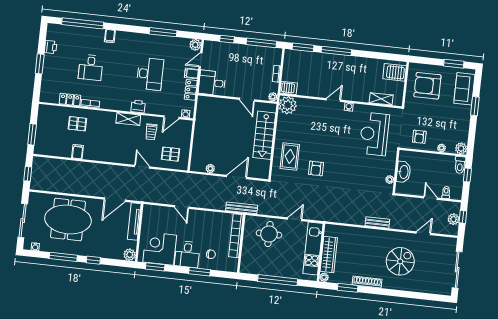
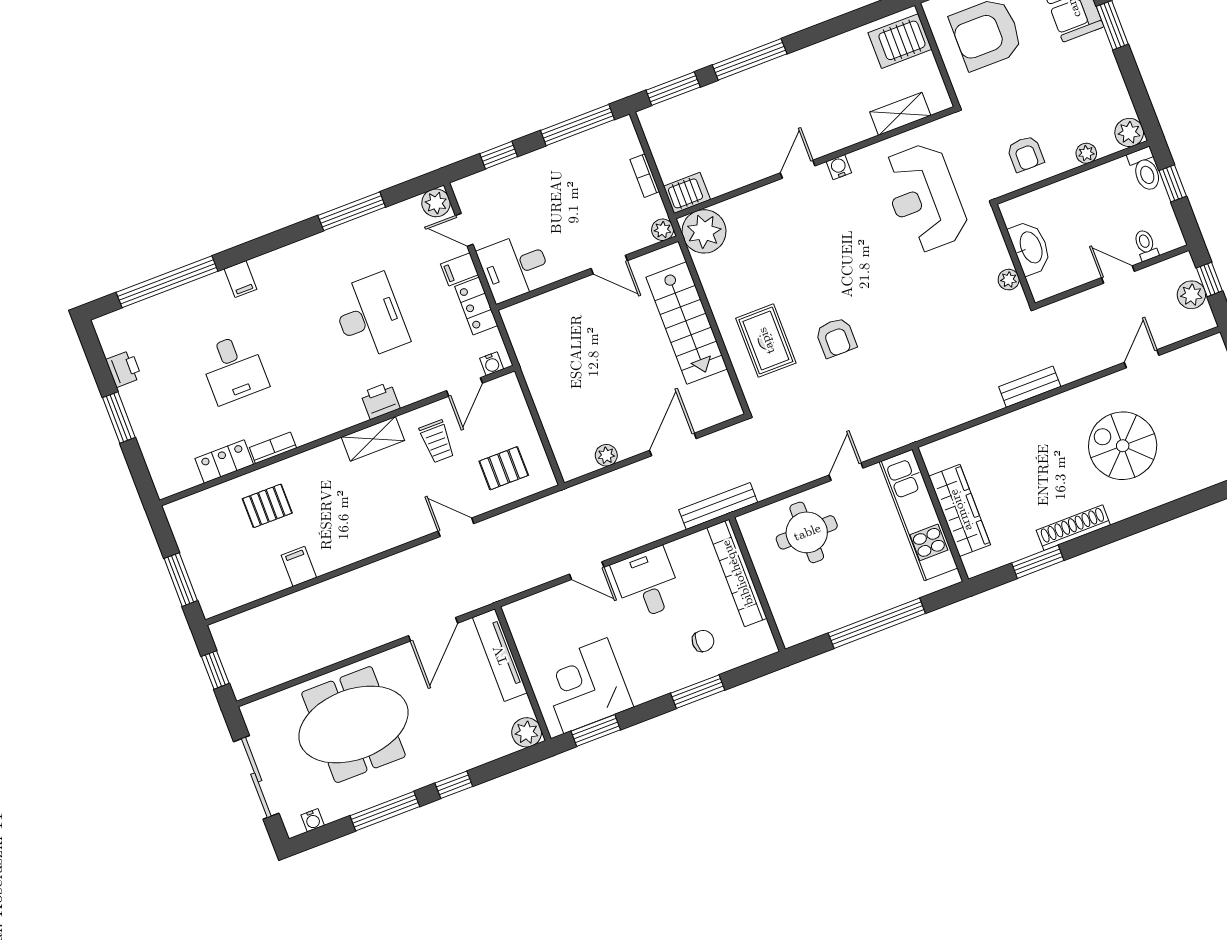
door: (201, 60) -> (464, 230), hinge flipped
desk: (187, 254) -> (647, 583), moved, turned 180
spiral stairs: (400, 261) -> (1123, 446), turned -90
plant: (324, 277) -> (975, 565), removed

